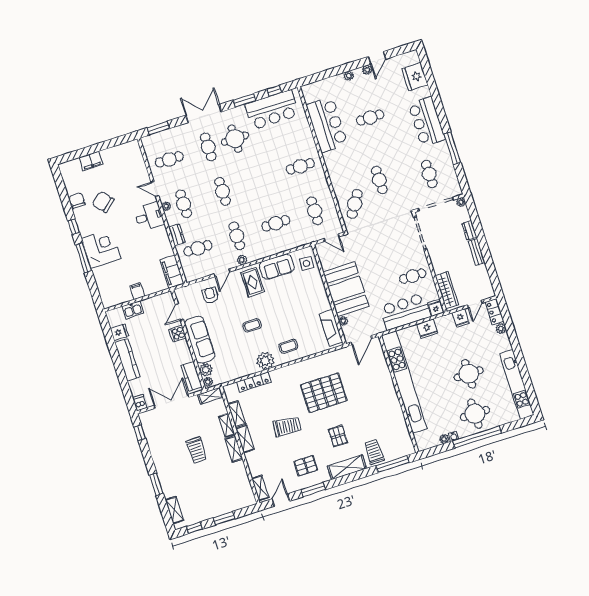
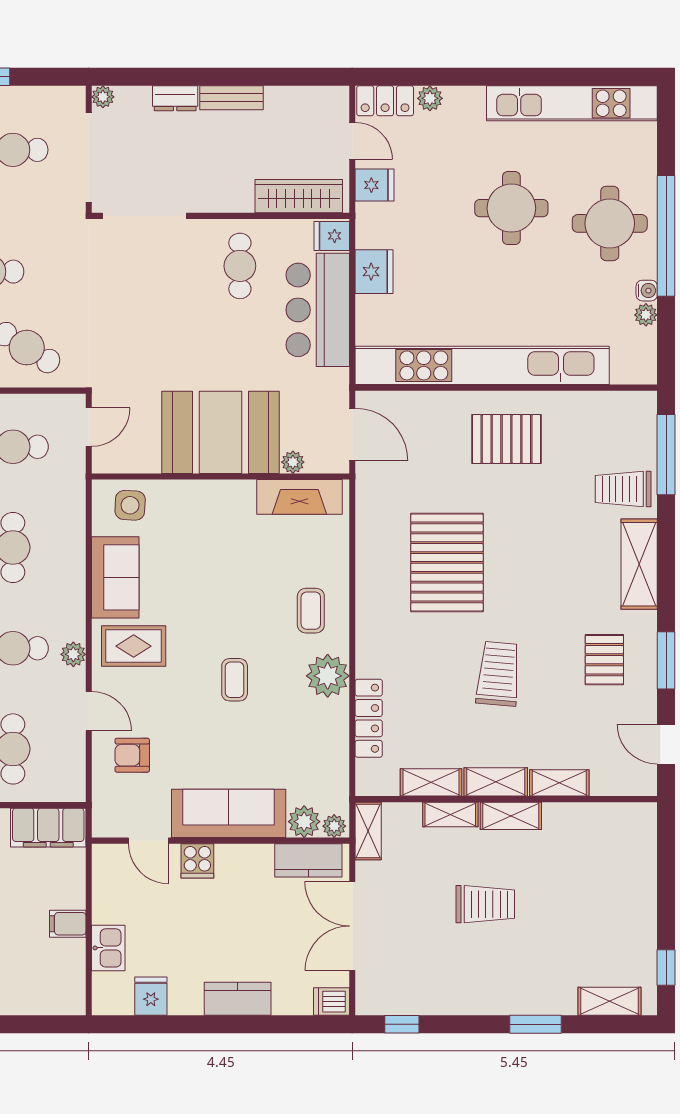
kitchen counter: (127, 360) -> (238, 999), width x0.67
pallet: (338, 436) -> (506, 439), moved, width x1.50, depth x1.42
shelving: (260, 488) -> (559, 783), moved
window: (224, 518) -> (666, 891), removed

